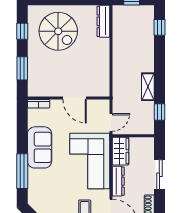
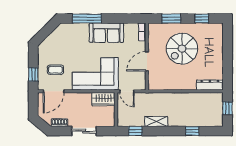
window: (159, 27) -> (192, 131), moved
spiral stairs: (58, 31) -> (182, 49), moved
dresser: (118, 181) -> (79, 97), removed

